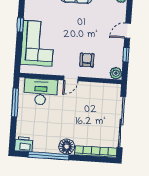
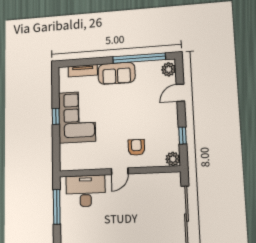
door: (128, 31) -> (180, 93), moved
corner sofa: (38, 43) -> (77, 117), moved

